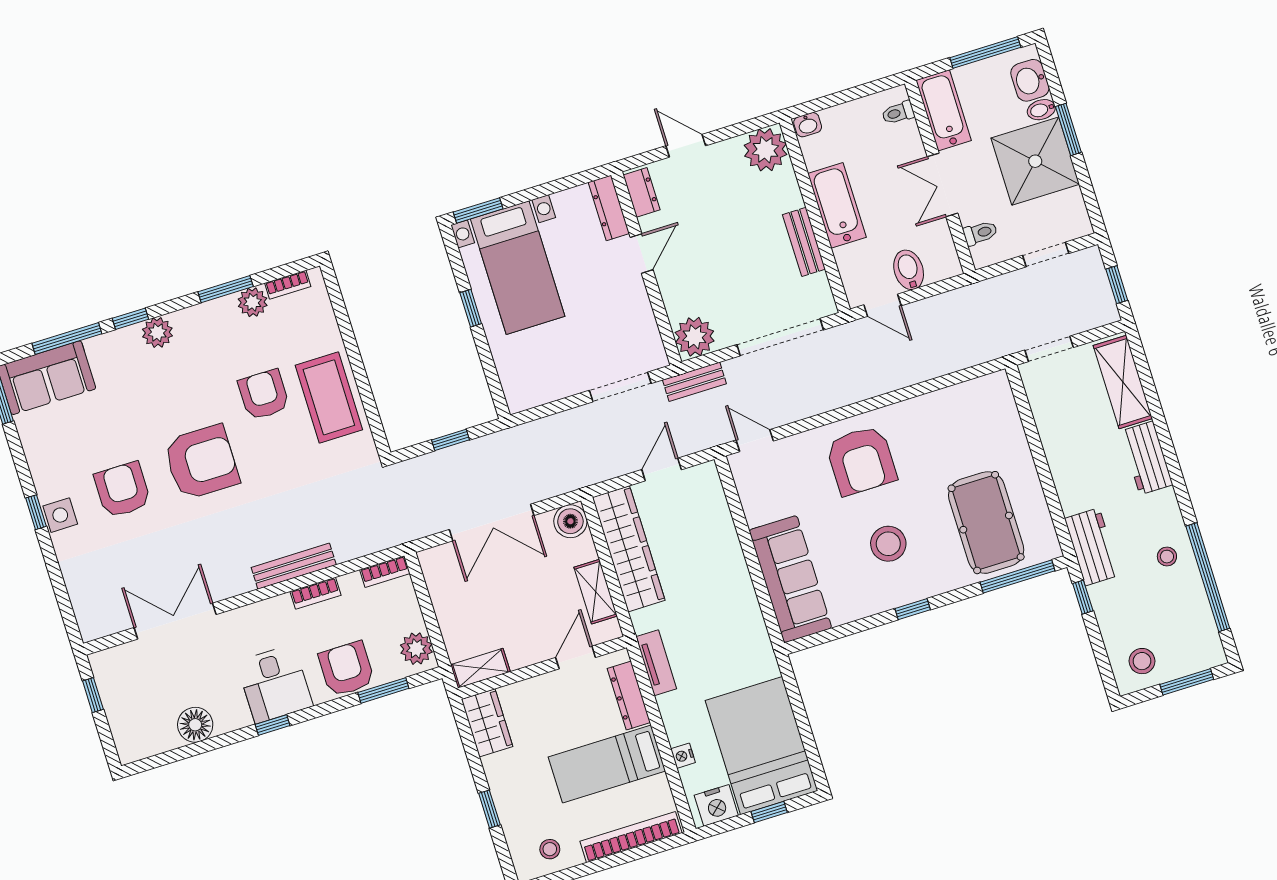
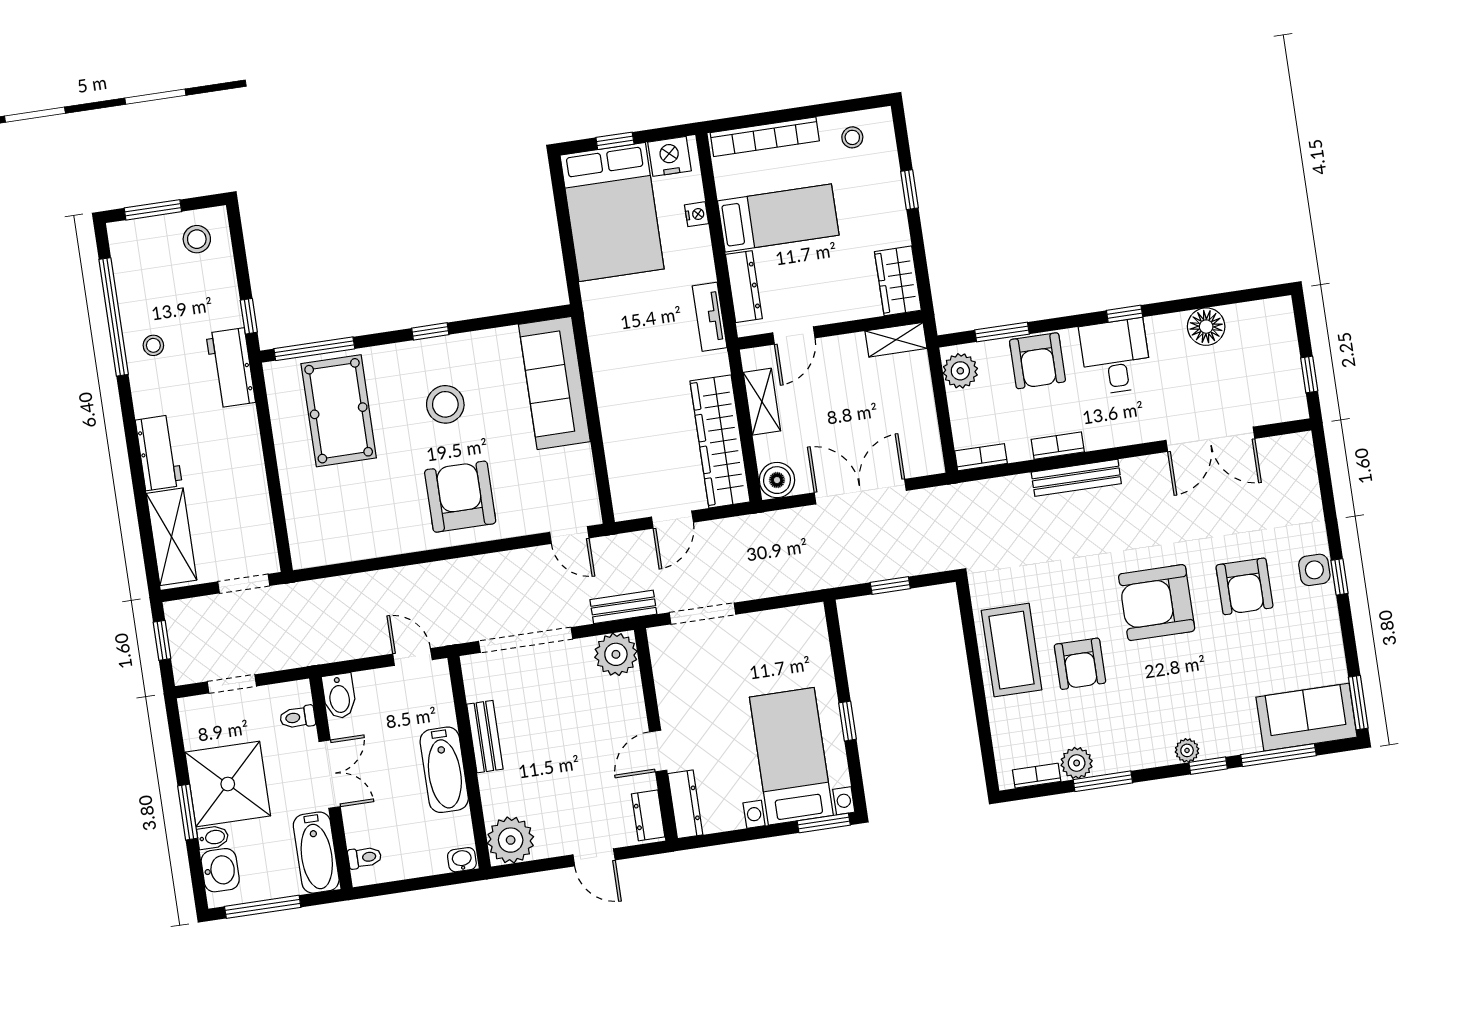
bidet: (909, 270) -> (339, 696), moved
plant: (157, 332) -> (1187, 750), width x0.73, depth x0.73

